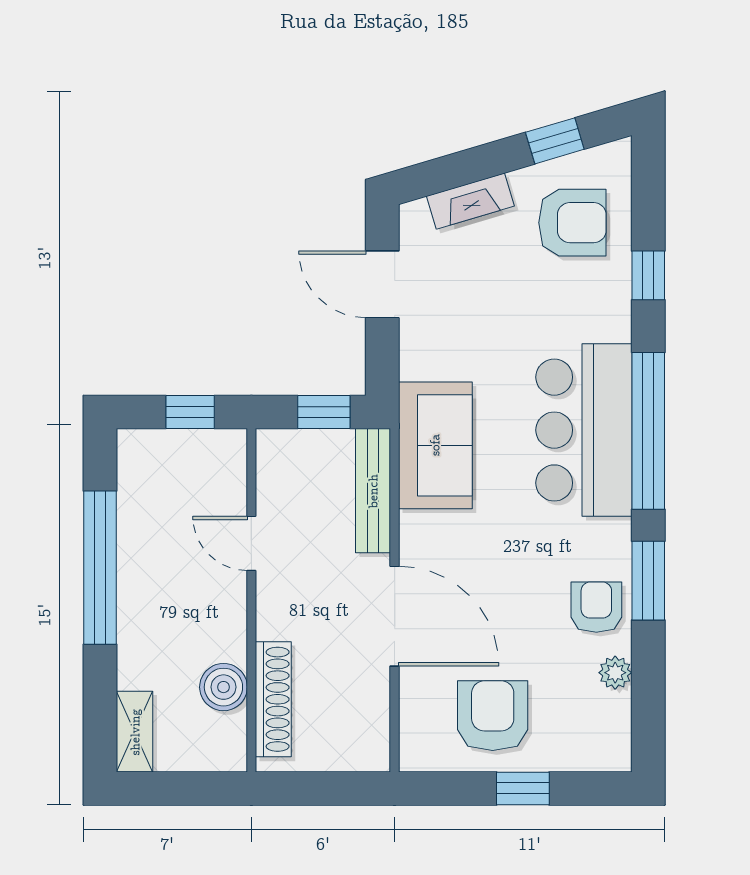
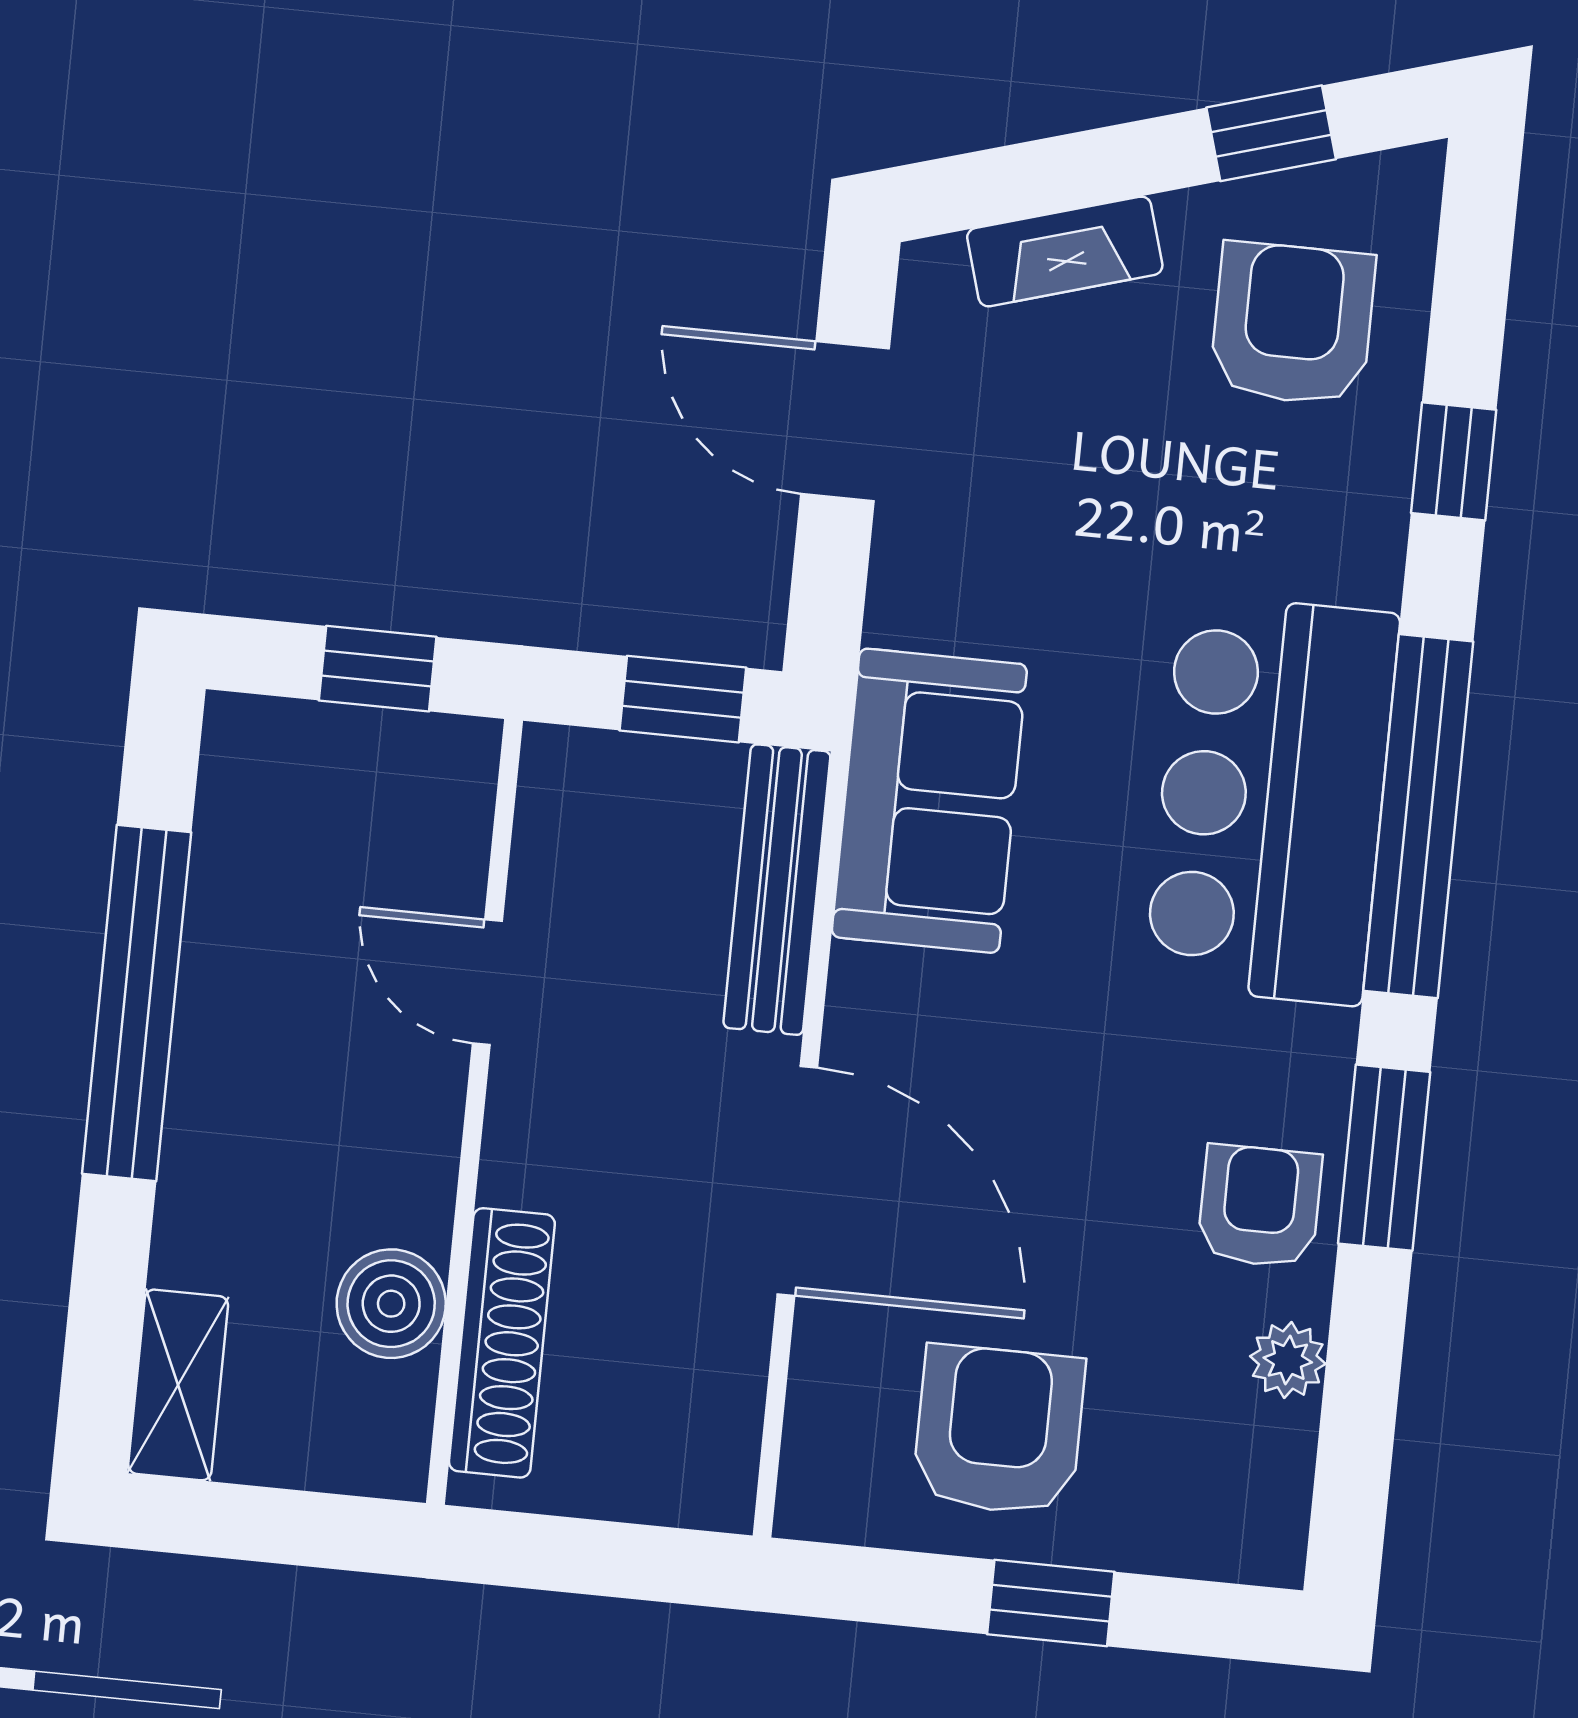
armchair: (572, 223) -> (1292, 324), turned -90

